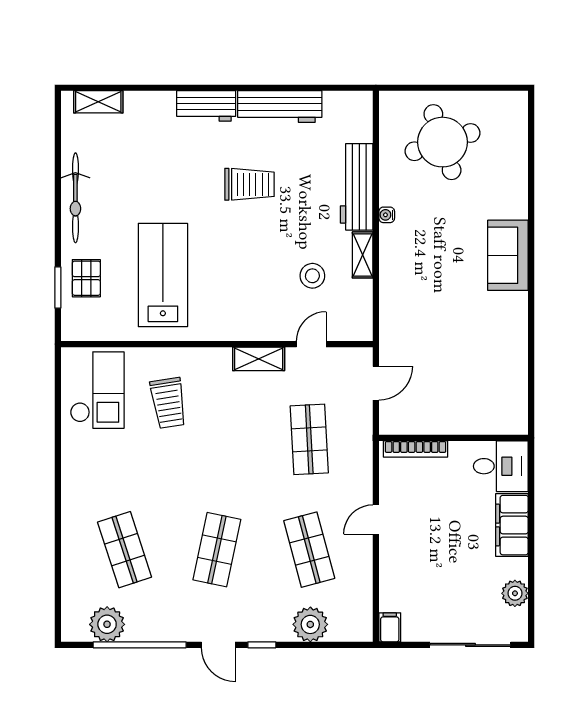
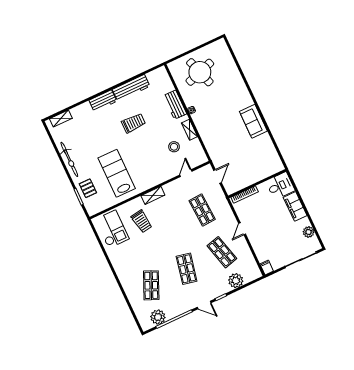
workbench: (357, 187) -> (175, 105), width x0.73
sofa: (508, 255) -> (253, 121), moved
shelving: (259, 359) -> (153, 195), moved
shop shelf: (125, 550) -> (151, 285), turned 42

